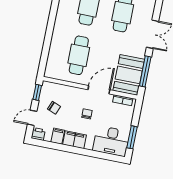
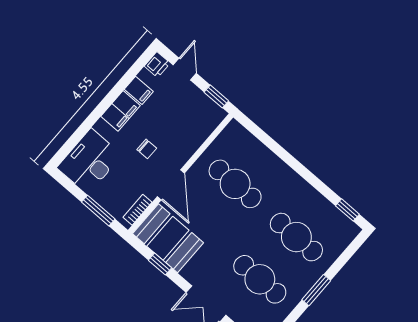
window: (145, 71) -> (160, 264), width x0.46
chair: (54, 108) -> (181, 108), removed
window: (132, 137) -> (98, 211), moved

